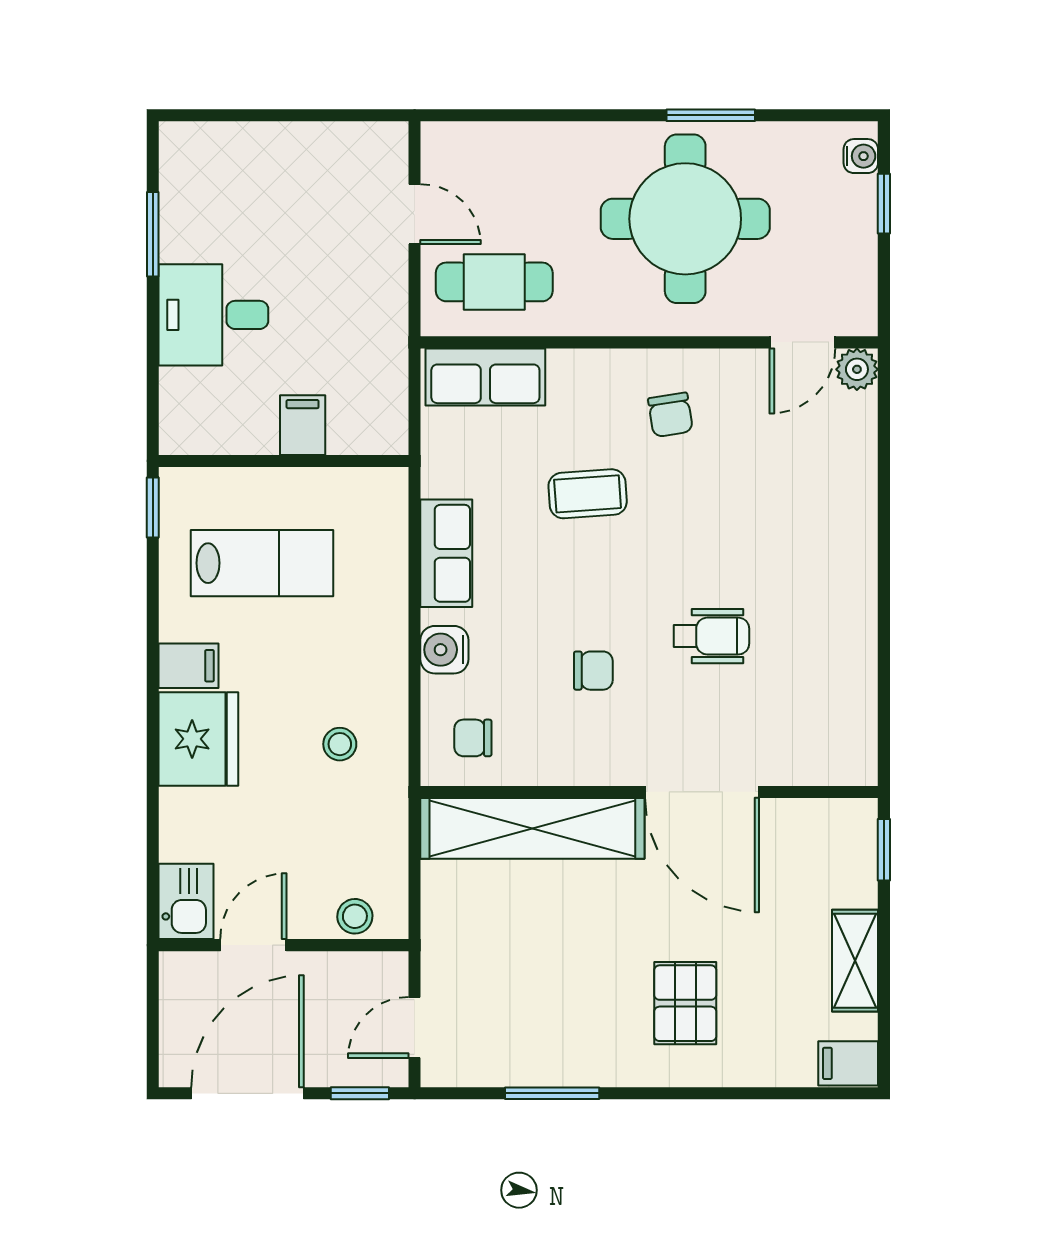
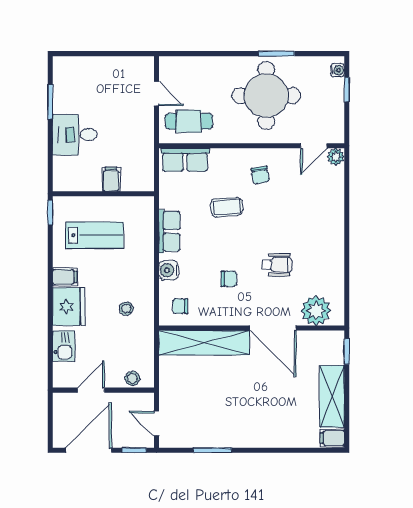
plant: (808, 749) -> (316, 311), added
kitchen sink: (186, 901) -> (64, 346), moved
shelving: (855, 961) -> (332, 396), width x1.50, depth x1.33
pallet: (685, 1003) -> (266, 414), removed
door: (415, 1027) -> (156, 424), hinge flipped

